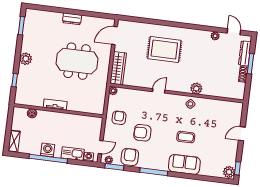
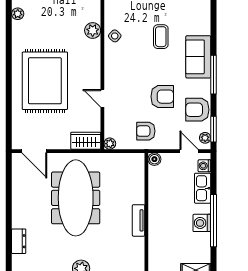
dresser: (72, 19) -> (19, 241), moved
rug: (164, 49) -> (45, 81), width x1.37, depth x1.44
meeting table: (77, 61) -> (76, 198), width x1.36
wardrobe: (118, 68) -> (86, 141), width x0.67
door: (159, 91) -> (102, 98), moved
boiler: (32, 113) -> (154, 159), moved
armchair: (142, 133) -> (162, 97), turned -90
sofa: (184, 164) -> (198, 57), moved

